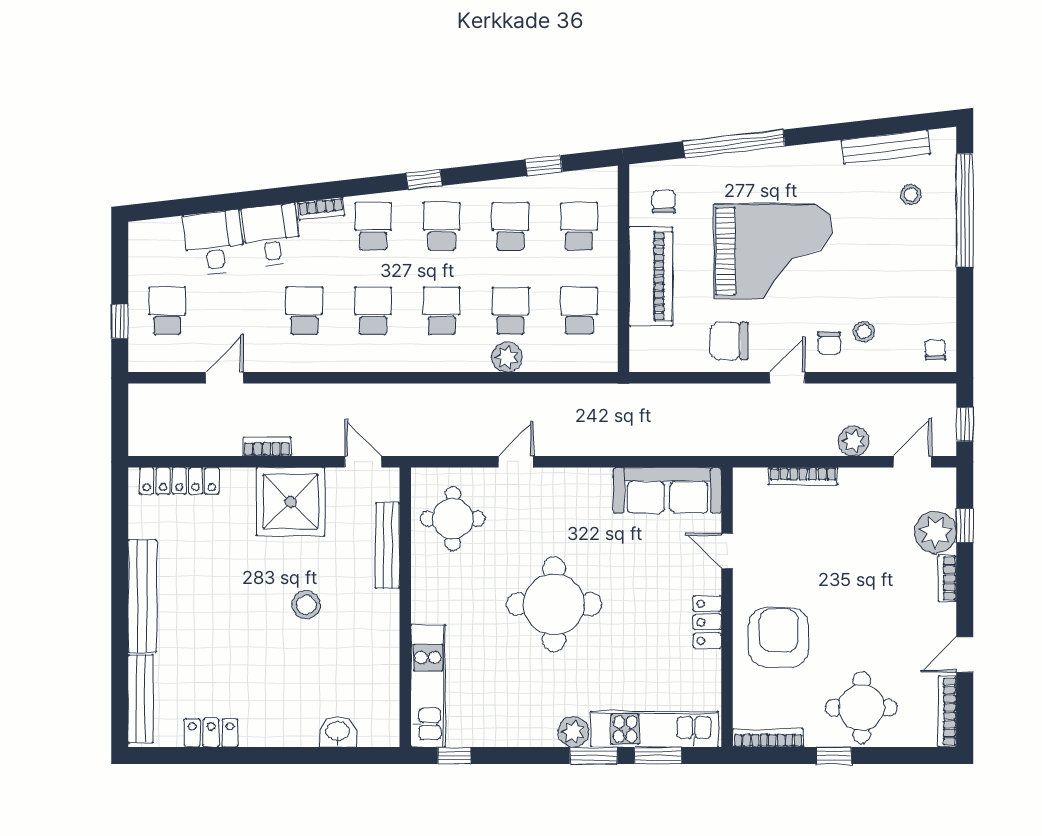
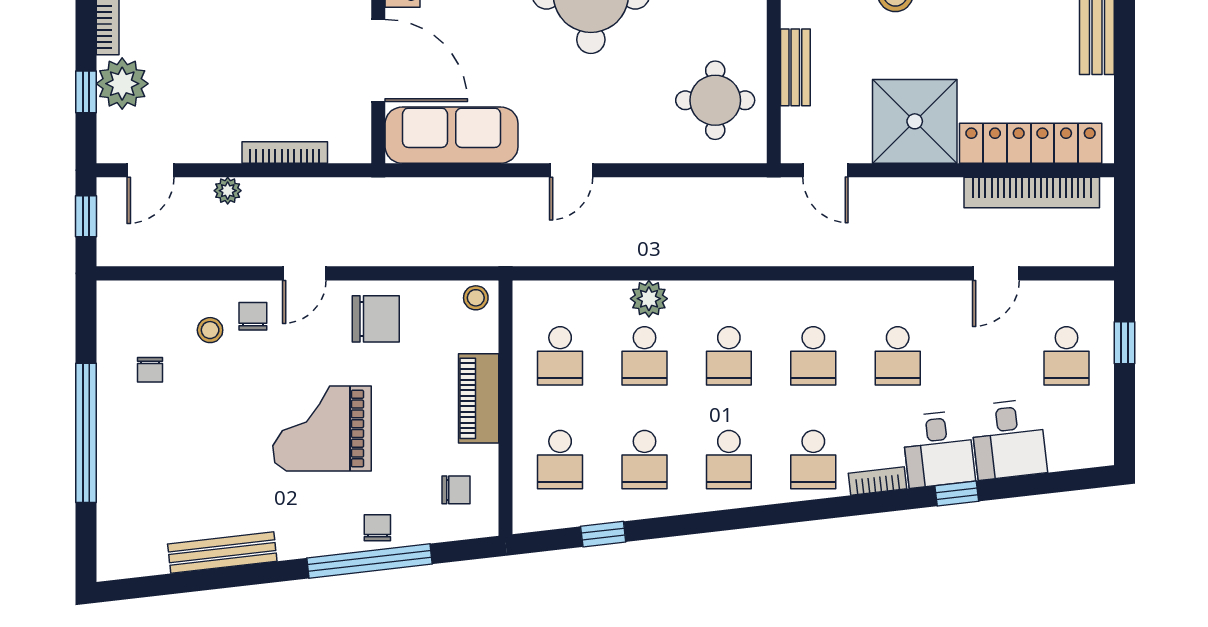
bench: (886, 147) -> (222, 553), moved
chair: (728, 171) -> (377, 528), added
window: (424, 179) -> (957, 494), moved
stool: (911, 194) -> (476, 298), moved
chair: (664, 202) -> (456, 490), turned -90
window: (965, 210) -> (86, 433), moved
grand piano: (773, 252) -> (322, 429), width x0.73, depth x0.68
piano: (651, 276) -> (479, 398), width x0.73, depth x0.75
chair: (935, 350) -> (150, 370), moved
plant: (854, 441) -> (228, 191), width x0.73, depth x0.73
bookcase: (267, 447) -> (1032, 192), moved, width x2.31, depth x1.31
door: (516, 462) -> (571, 170), moved
locker: (179, 481) -> (1031, 143), width x1.41, depth x1.21
bench: (388, 545) -> (795, 67), width x0.73
door: (727, 551) -> (378, 60), width x1.87

